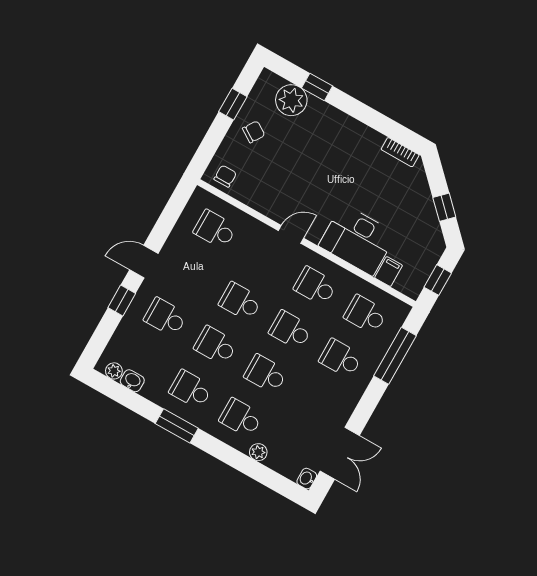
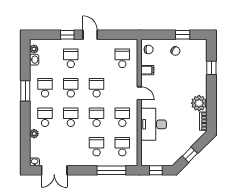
plant: (291, 100) -> (199, 103), moved
filing cabinet: (389, 272) -> (147, 70), moved

